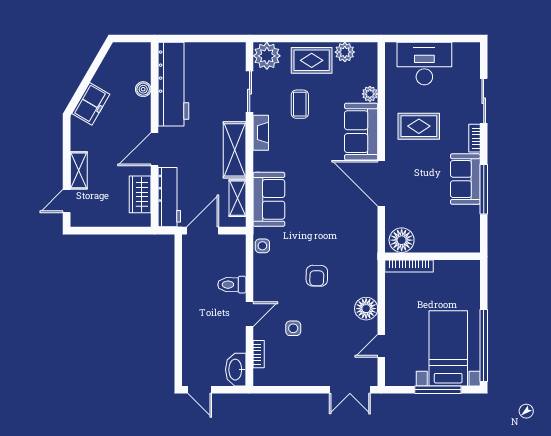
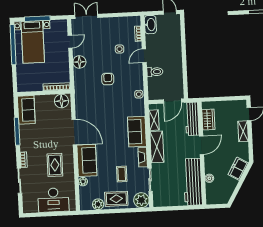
rug: (419, 126) -> (55, 165), turned 90
sofa: (465, 179) -> (26, 110), moved
sofa: (269, 199) -> (137, 132), moved

